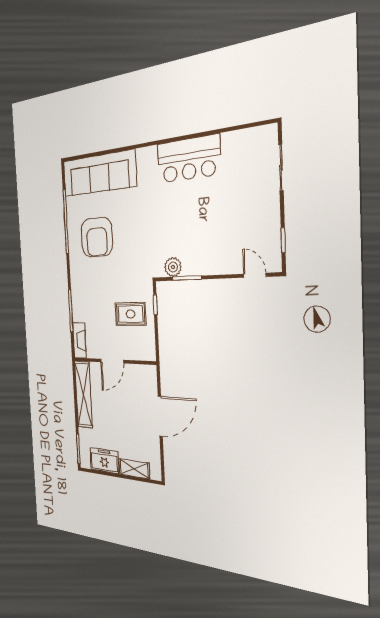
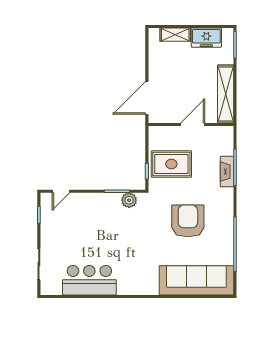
bar counter: (188, 159) -> (89, 280), moved
armchair: (97, 237) -> (188, 221), moved
door: (255, 275) -> (61, 191), hinge flipped
rug: (130, 314) -> (171, 164), width x1.36, depth x1.43
fireplace: (79, 340) -> (227, 172), moved
door: (160, 416) -> (147, 98), moved

